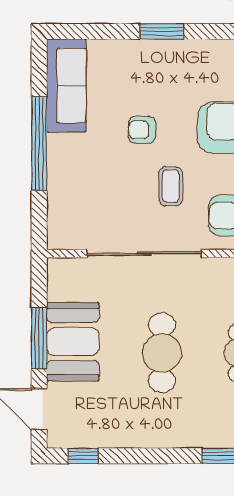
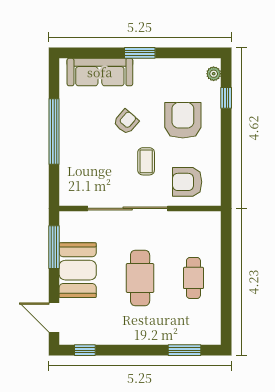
sofa: (66, 86) -> (100, 72), moved, turned 90
armchair: (142, 130) -> (126, 122), turned 131
window: (39, 338) -> (54, 247), moved

